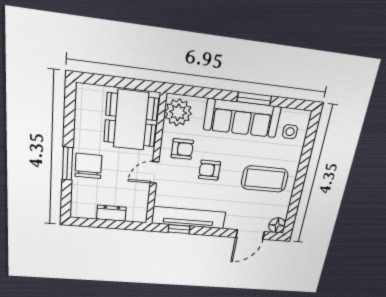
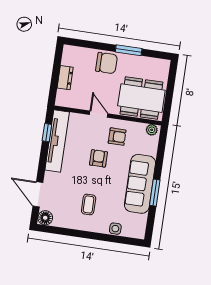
plant: (178, 112) -> (152, 130), width x0.53, depth x0.53
side table: (290, 132) -> (115, 229), moved
armchair: (182, 149) -> (117, 137), turned -90
window: (67, 164) -> (129, 50), moved
coffee table: (265, 179) -> (89, 204), width x0.54, depth x0.58

